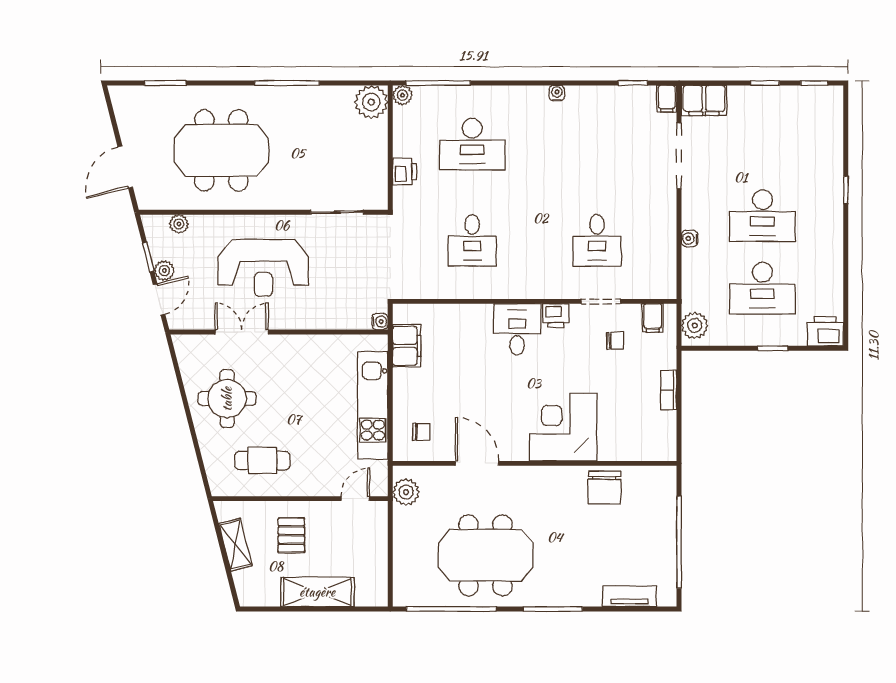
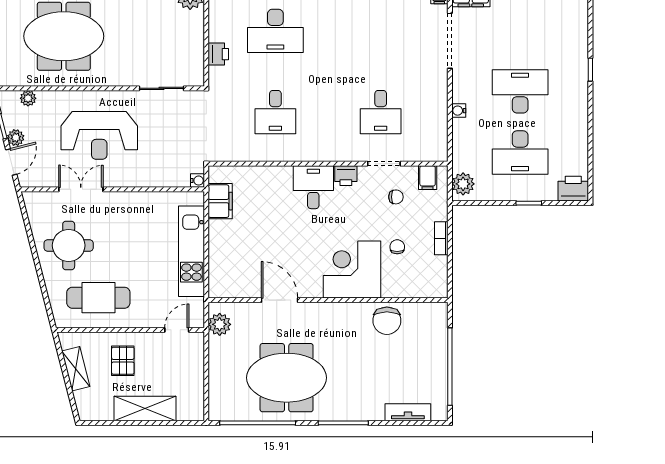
desk: (762, 216) -> (520, 91), turned 180
chair: (421, 432) -> (397, 247), moved, turned -90
cafe table: (262, 460) -> (98, 298), width x1.37, depth x1.35

